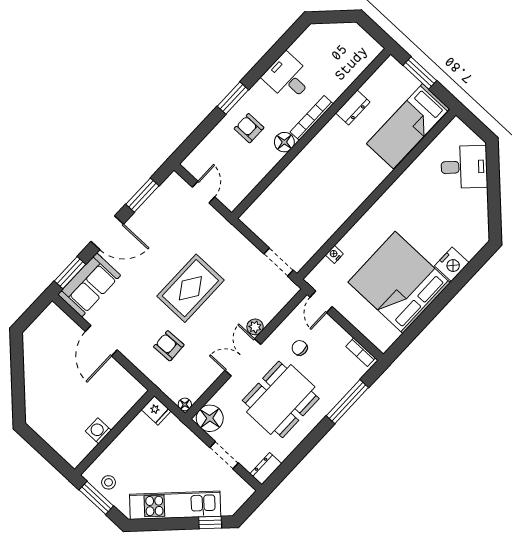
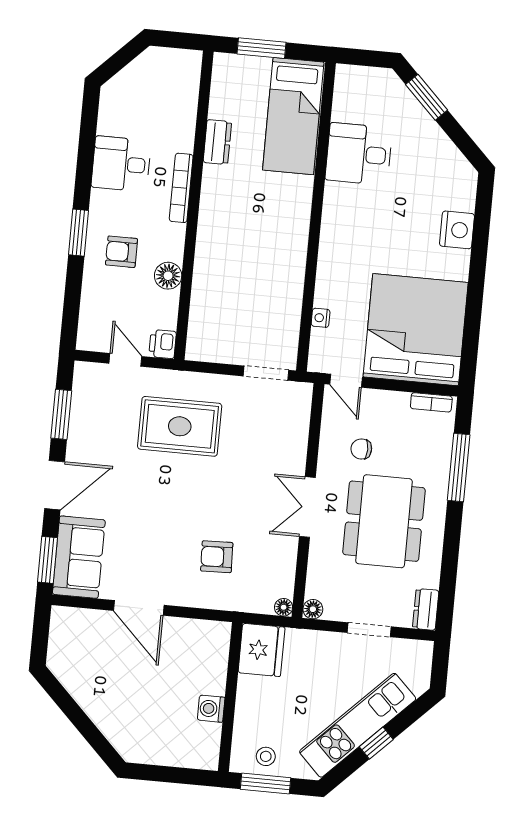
floor lamp: (284, 142) -> (168, 276), moved
desk: (464, 167) -> (359, 154), moved, turned -135
window: (493, 174) -> (427, 97), added
printer: (232, 199) -> (163, 344), added
bed: (399, 282) -> (416, 330), moved, turned 90
rug: (190, 288) -> (180, 426), moved, turned 90
plant: (255, 327) -> (295, 464), removed
fridge: (156, 410) -> (261, 650), width x1.88, depth x1.34
floor lamp: (210, 418) -> (313, 609), width x0.53, depth x0.53
window: (210, 523) -> (376, 743), moved

